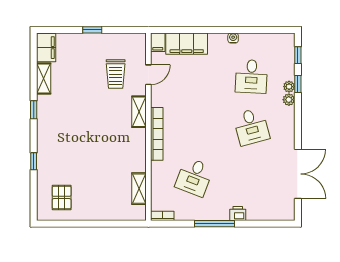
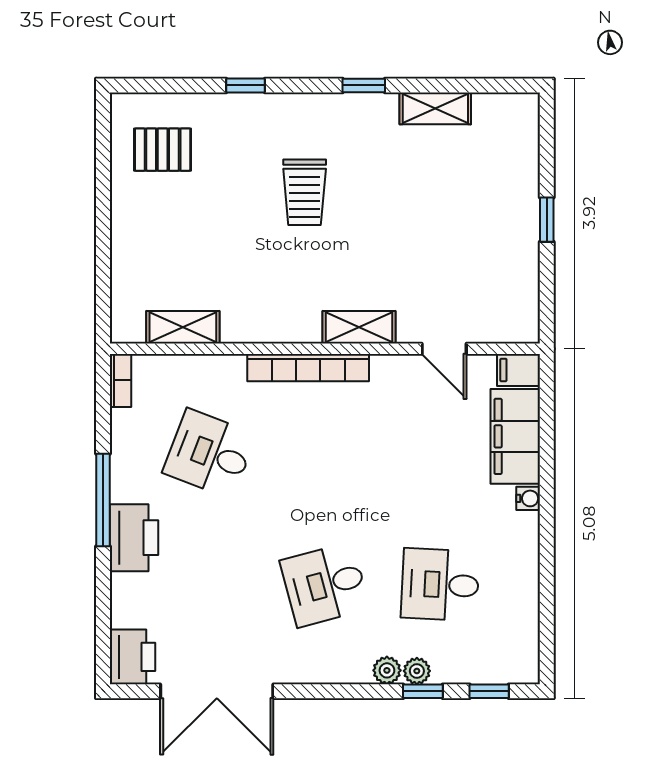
water cooler: (233, 38) -> (528, 498), moved
filing cabinet: (46, 48) -> (506, 114), removed
trolley: (116, 74) -> (305, 192), moved, turned -90
printer: (283, 211) -> (133, 657), added
printer: (238, 213) -> (134, 538), width x1.87, depth x1.48

